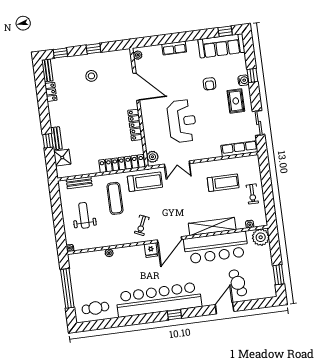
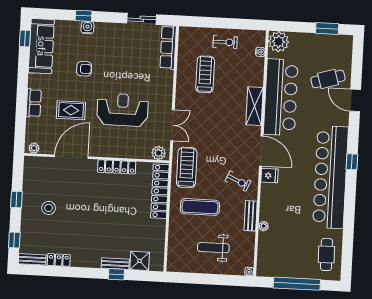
rug: (236, 101) -> (71, 110), moved
bench: (79, 183) -> (251, 216), moved
shelving: (212, 226) -> (254, 106), width x0.68

